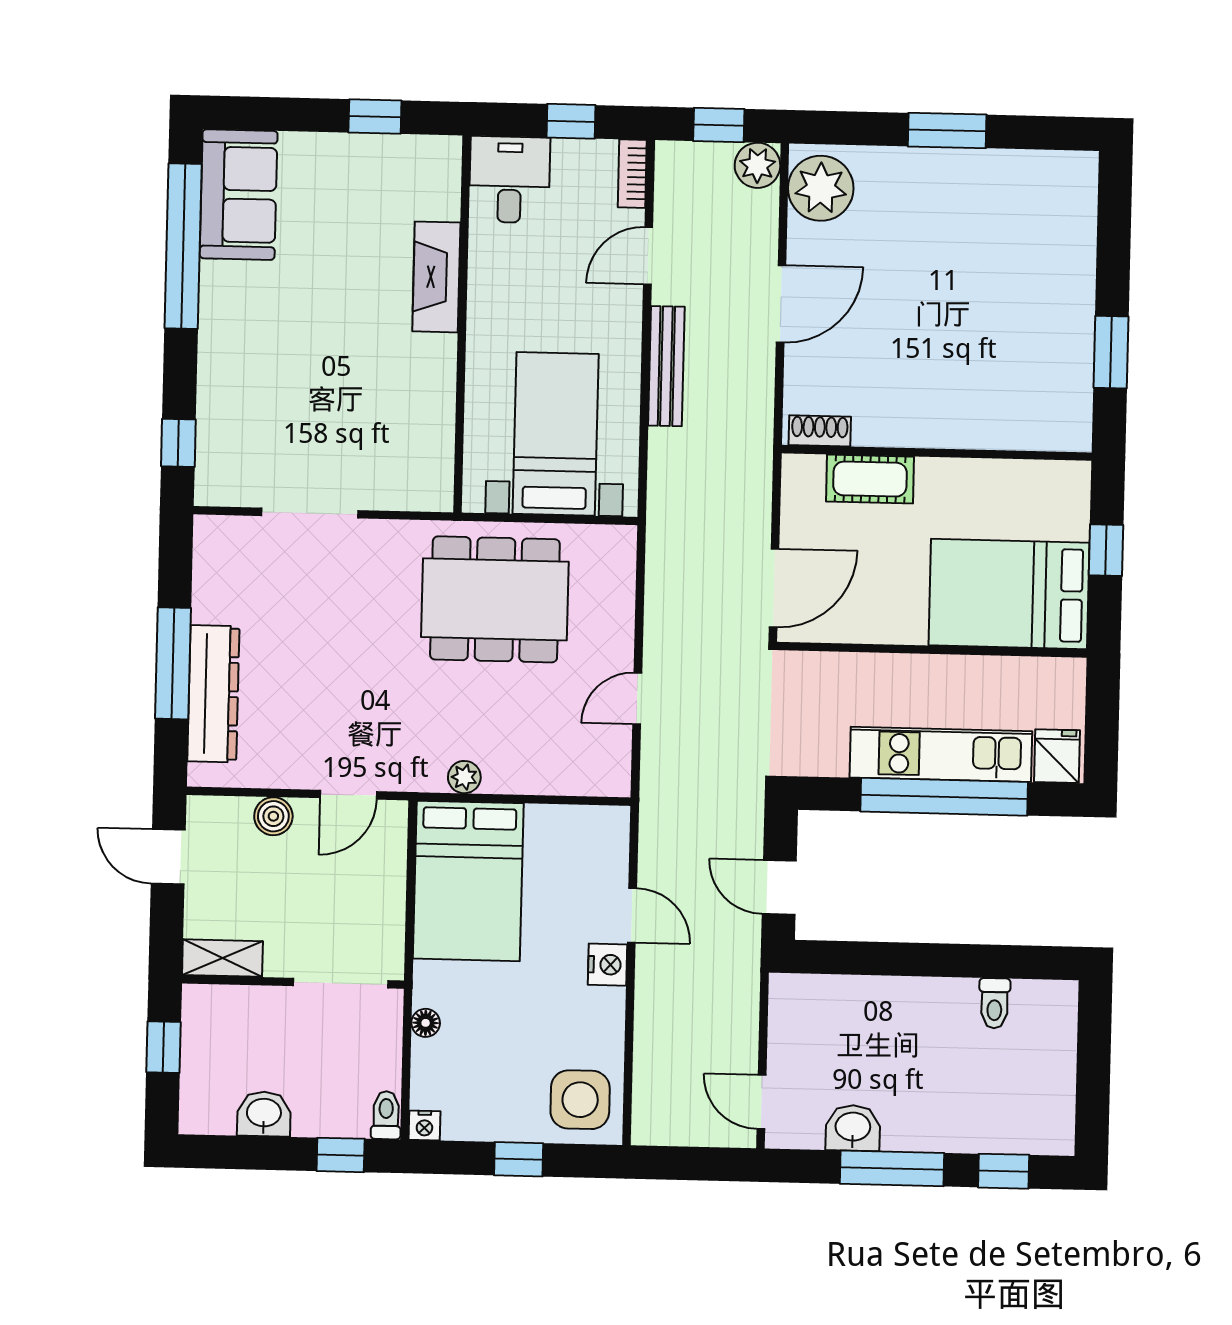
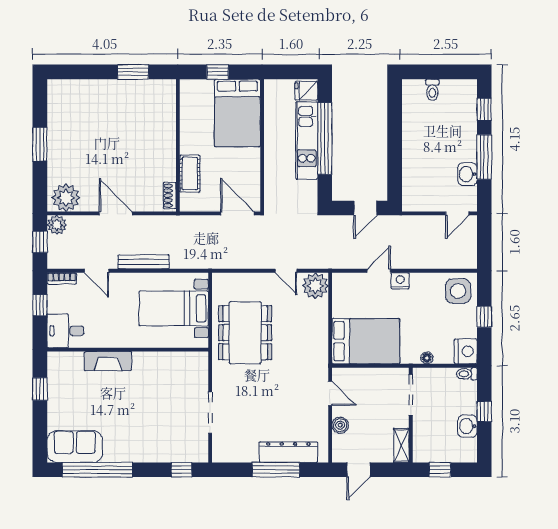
plant: (464, 777) -> (315, 286), moved, width x1.87, depth x1.87
toilet: (994, 1003) -> (432, 90), moved, turned 90
nightstand: (424, 1126) -> (466, 351), width x1.89, depth x1.79
window: (341, 1155) -> (484, 411), moved

